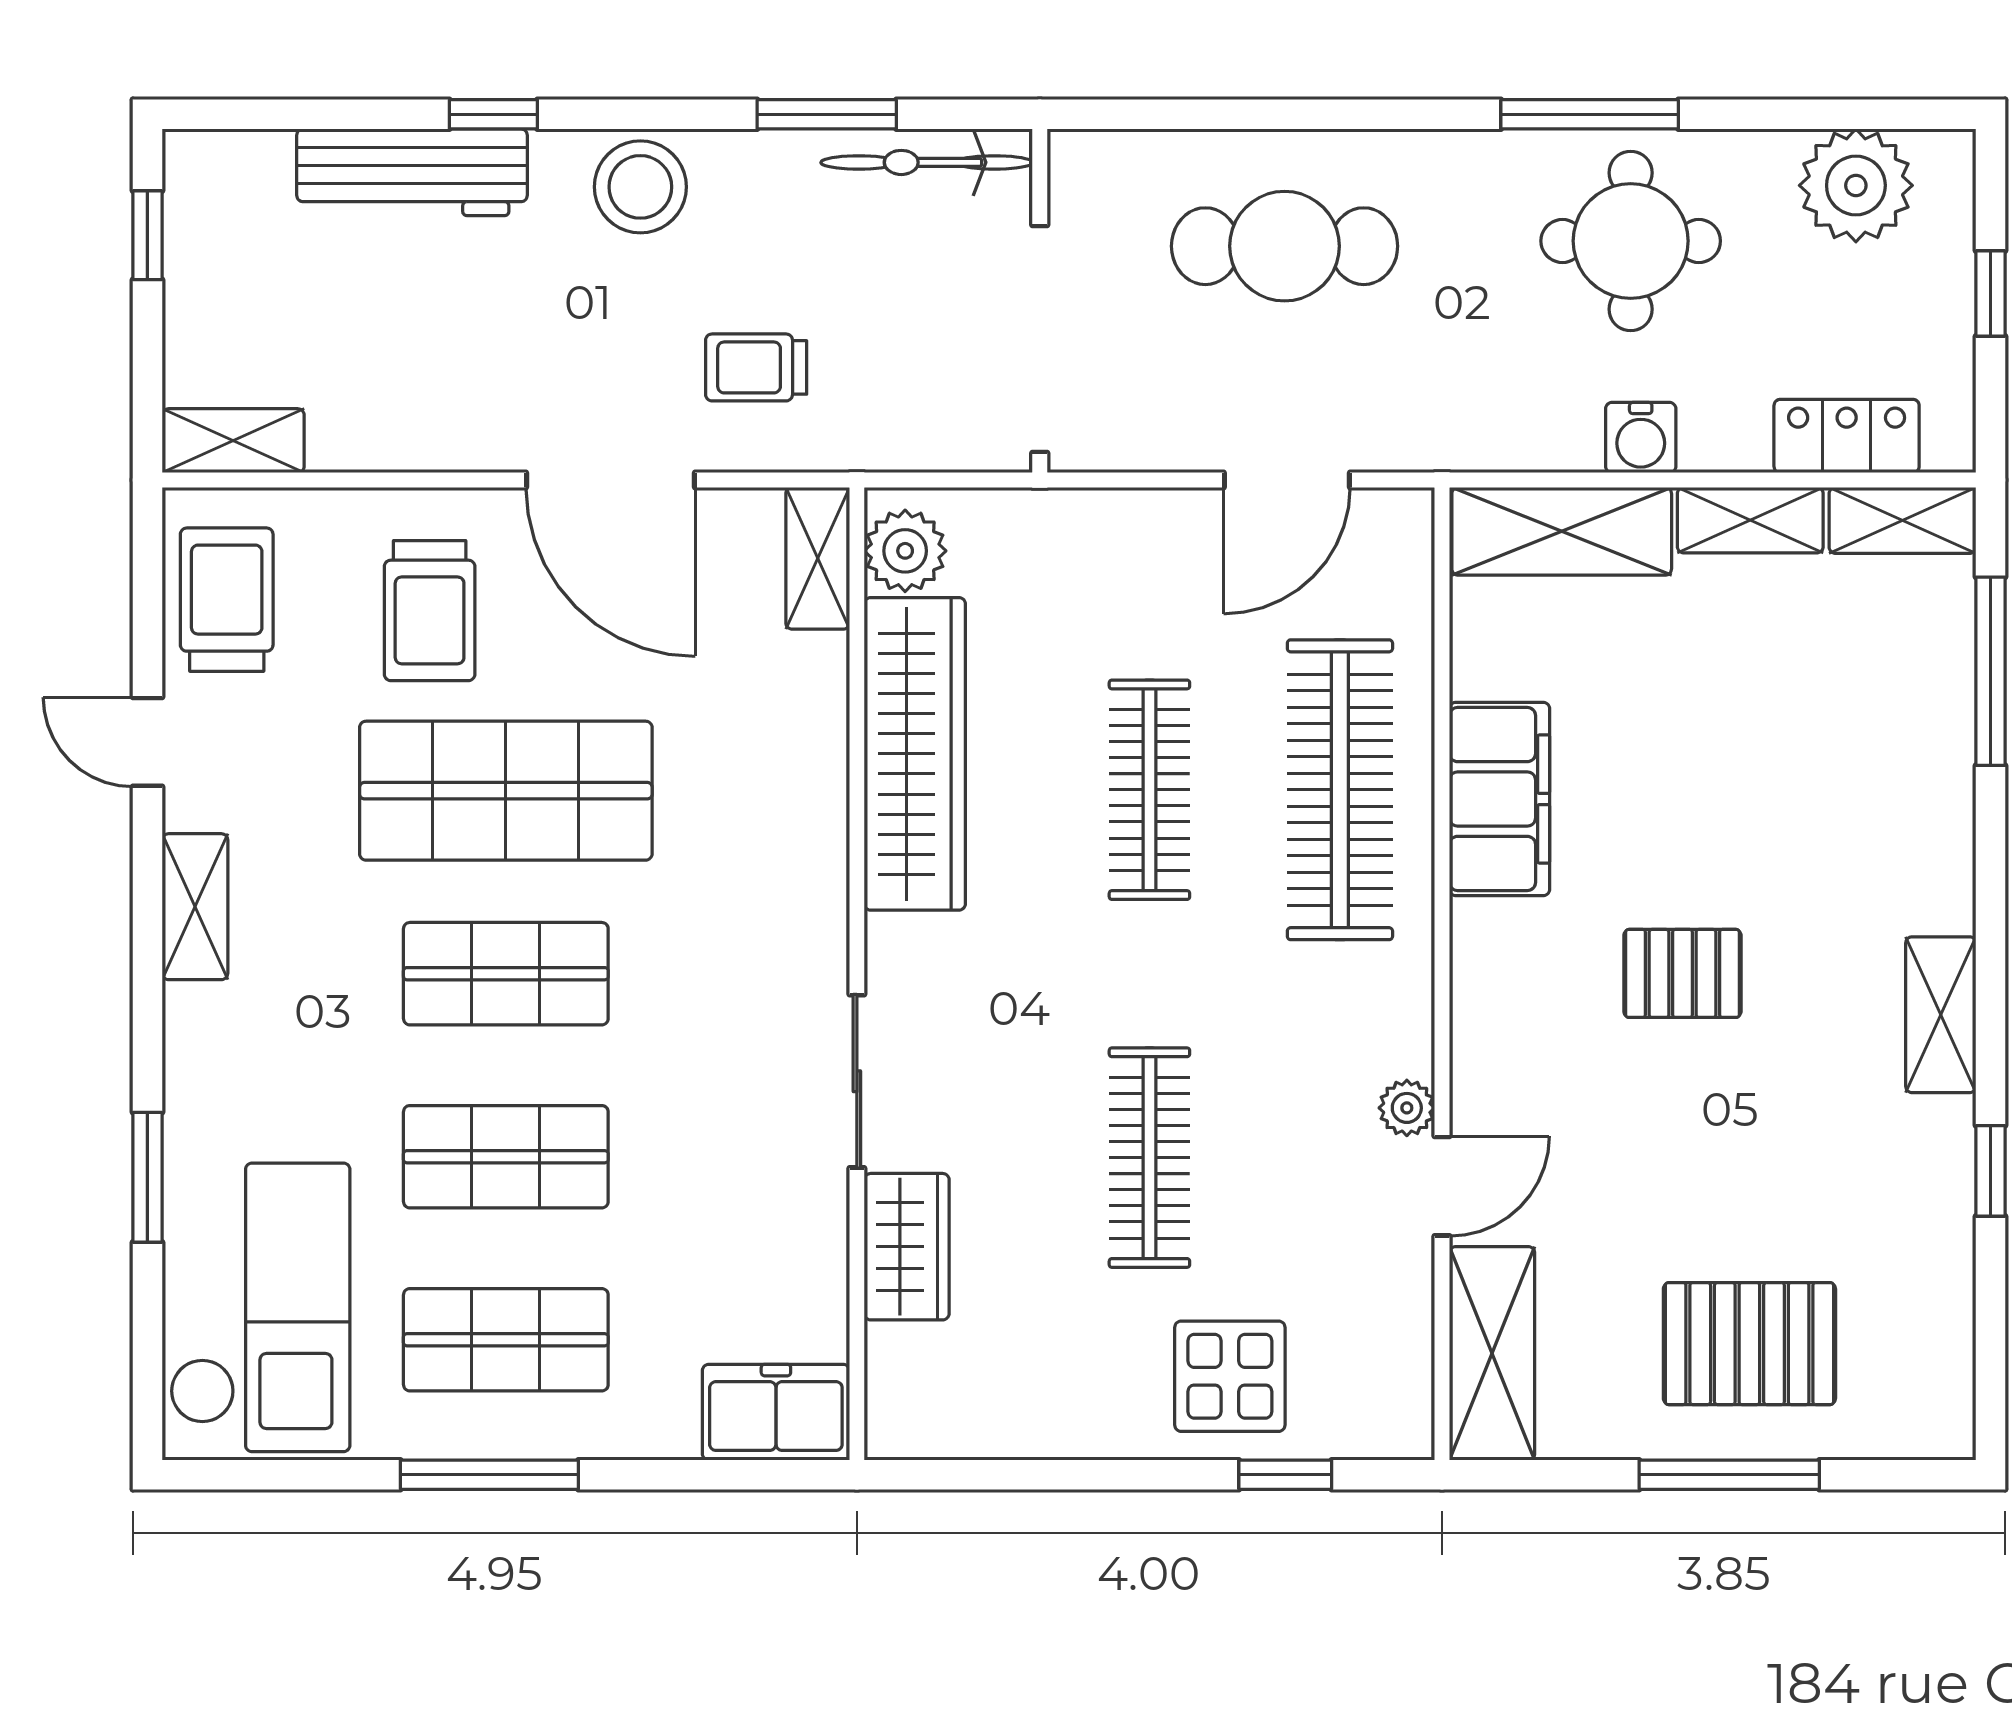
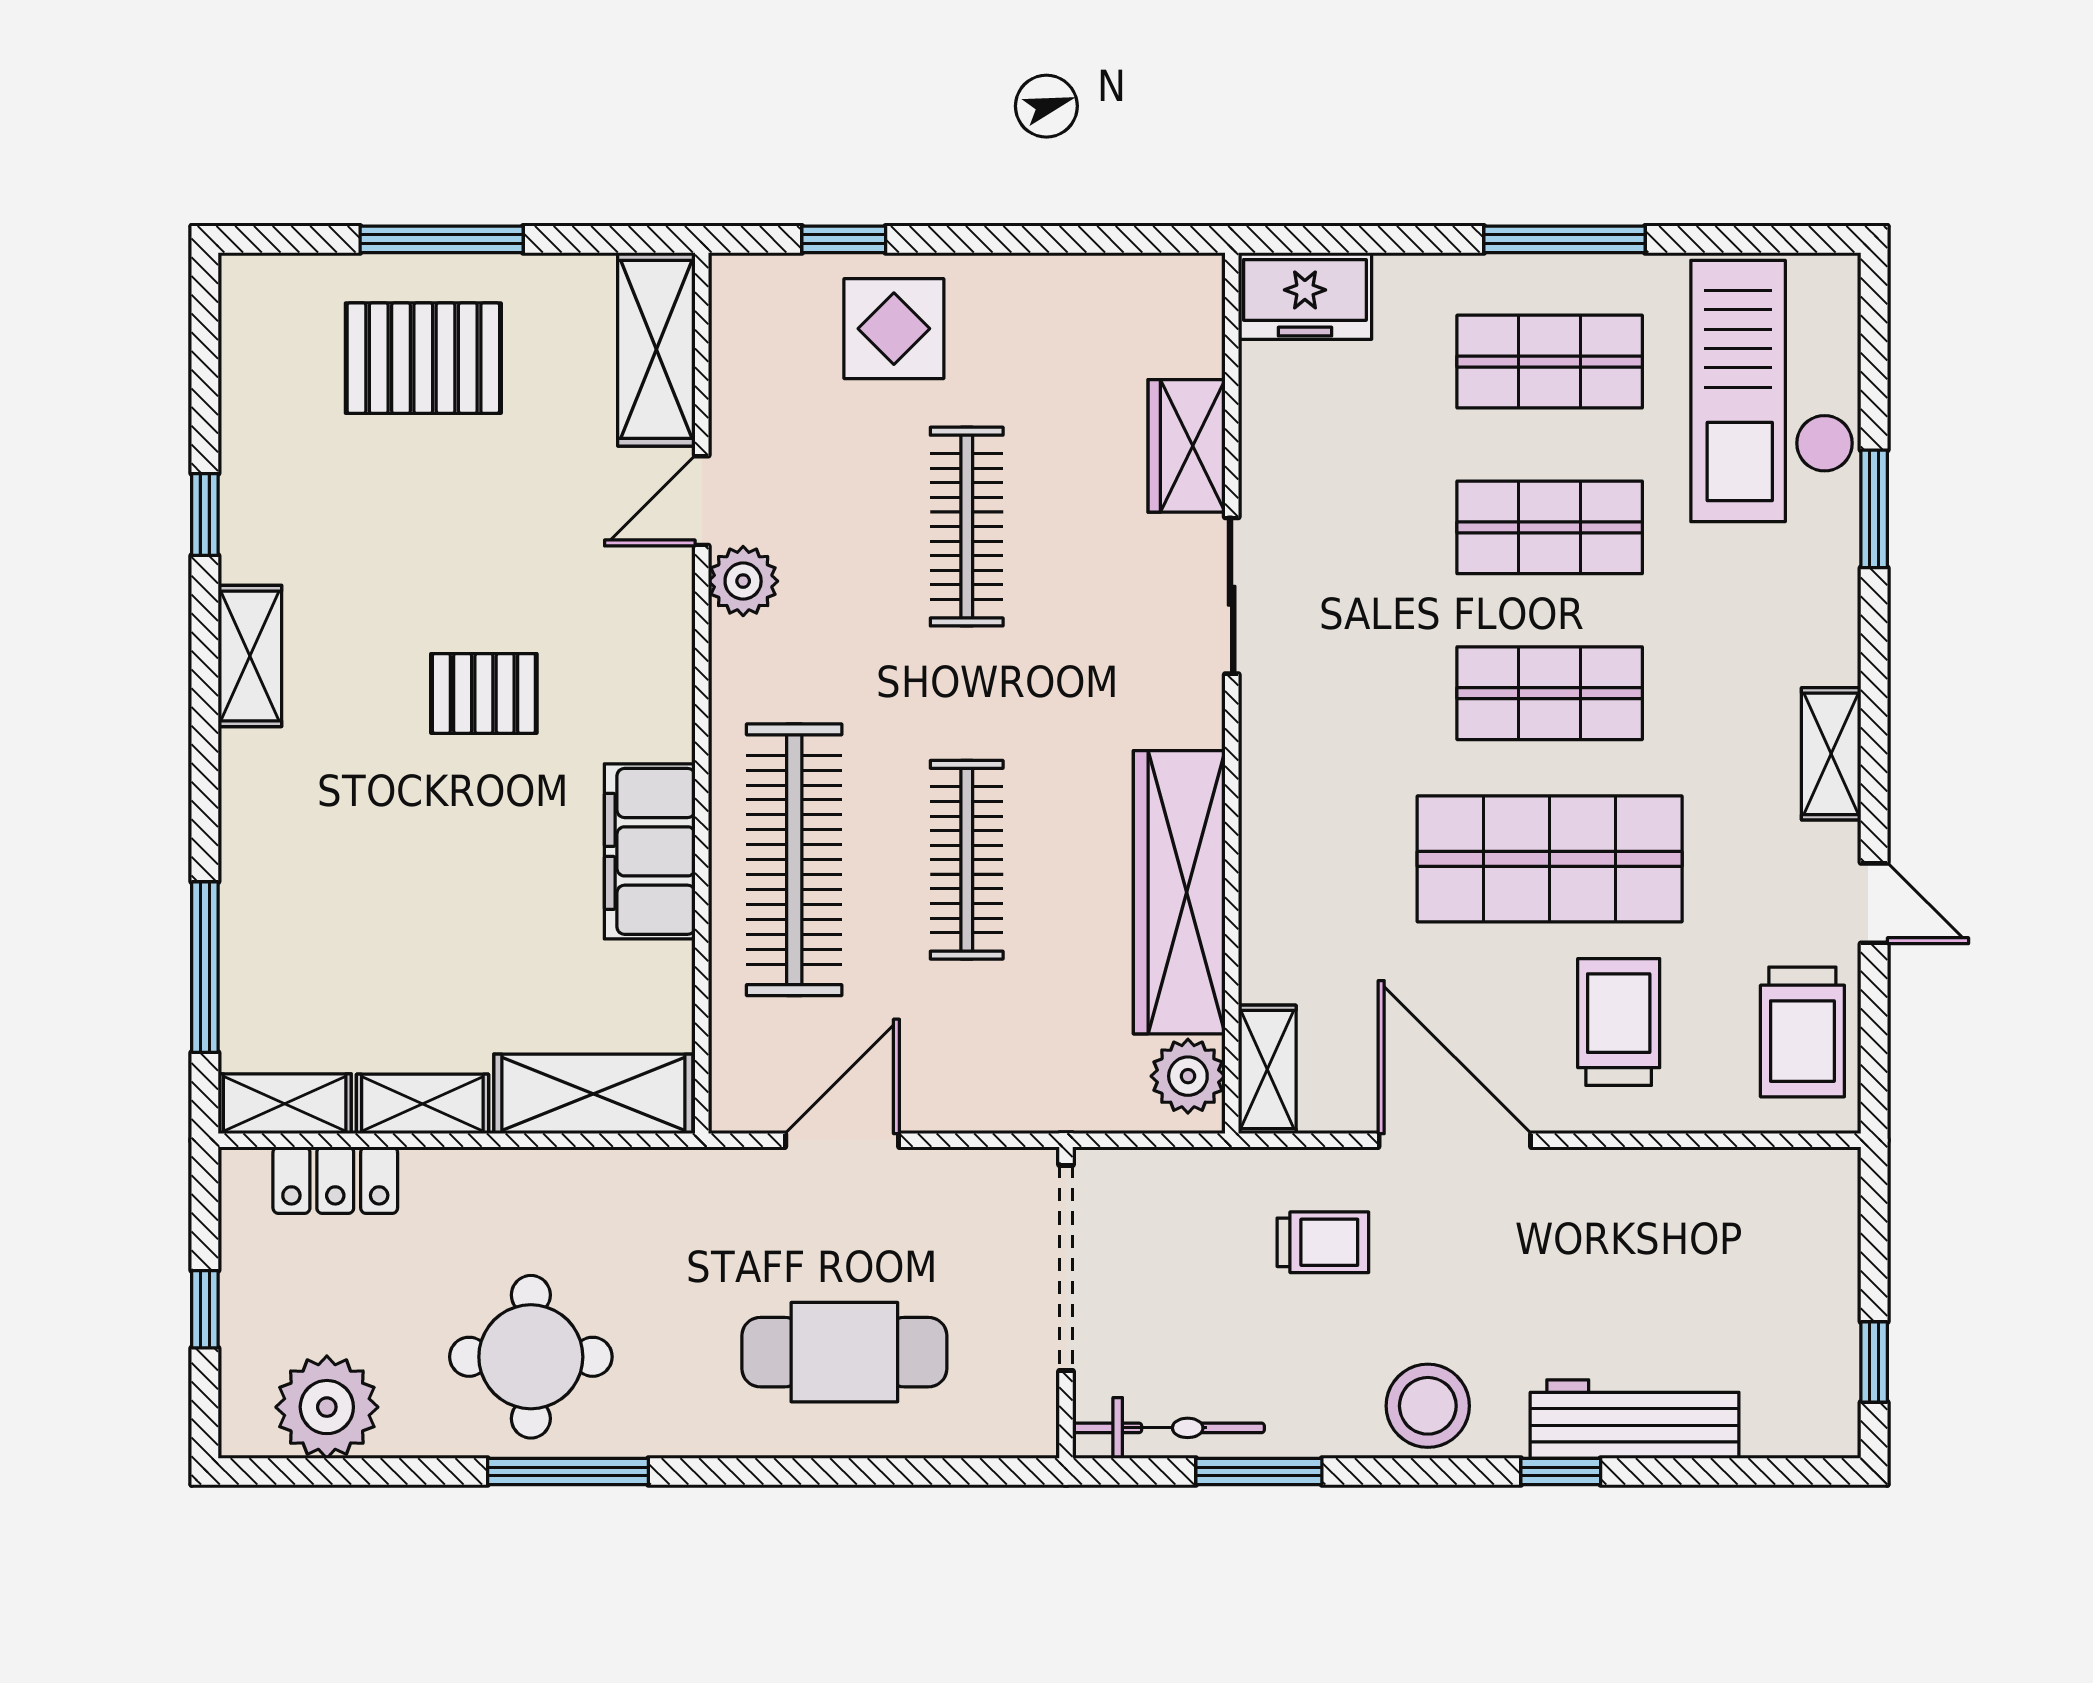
water cooler: (1641, 438) -> (522, 1179), removed
shelving: (233, 441) -> (1797, 1176), removed
plant: (1407, 1108) -> (743, 581), width x1.38, depth x1.38

